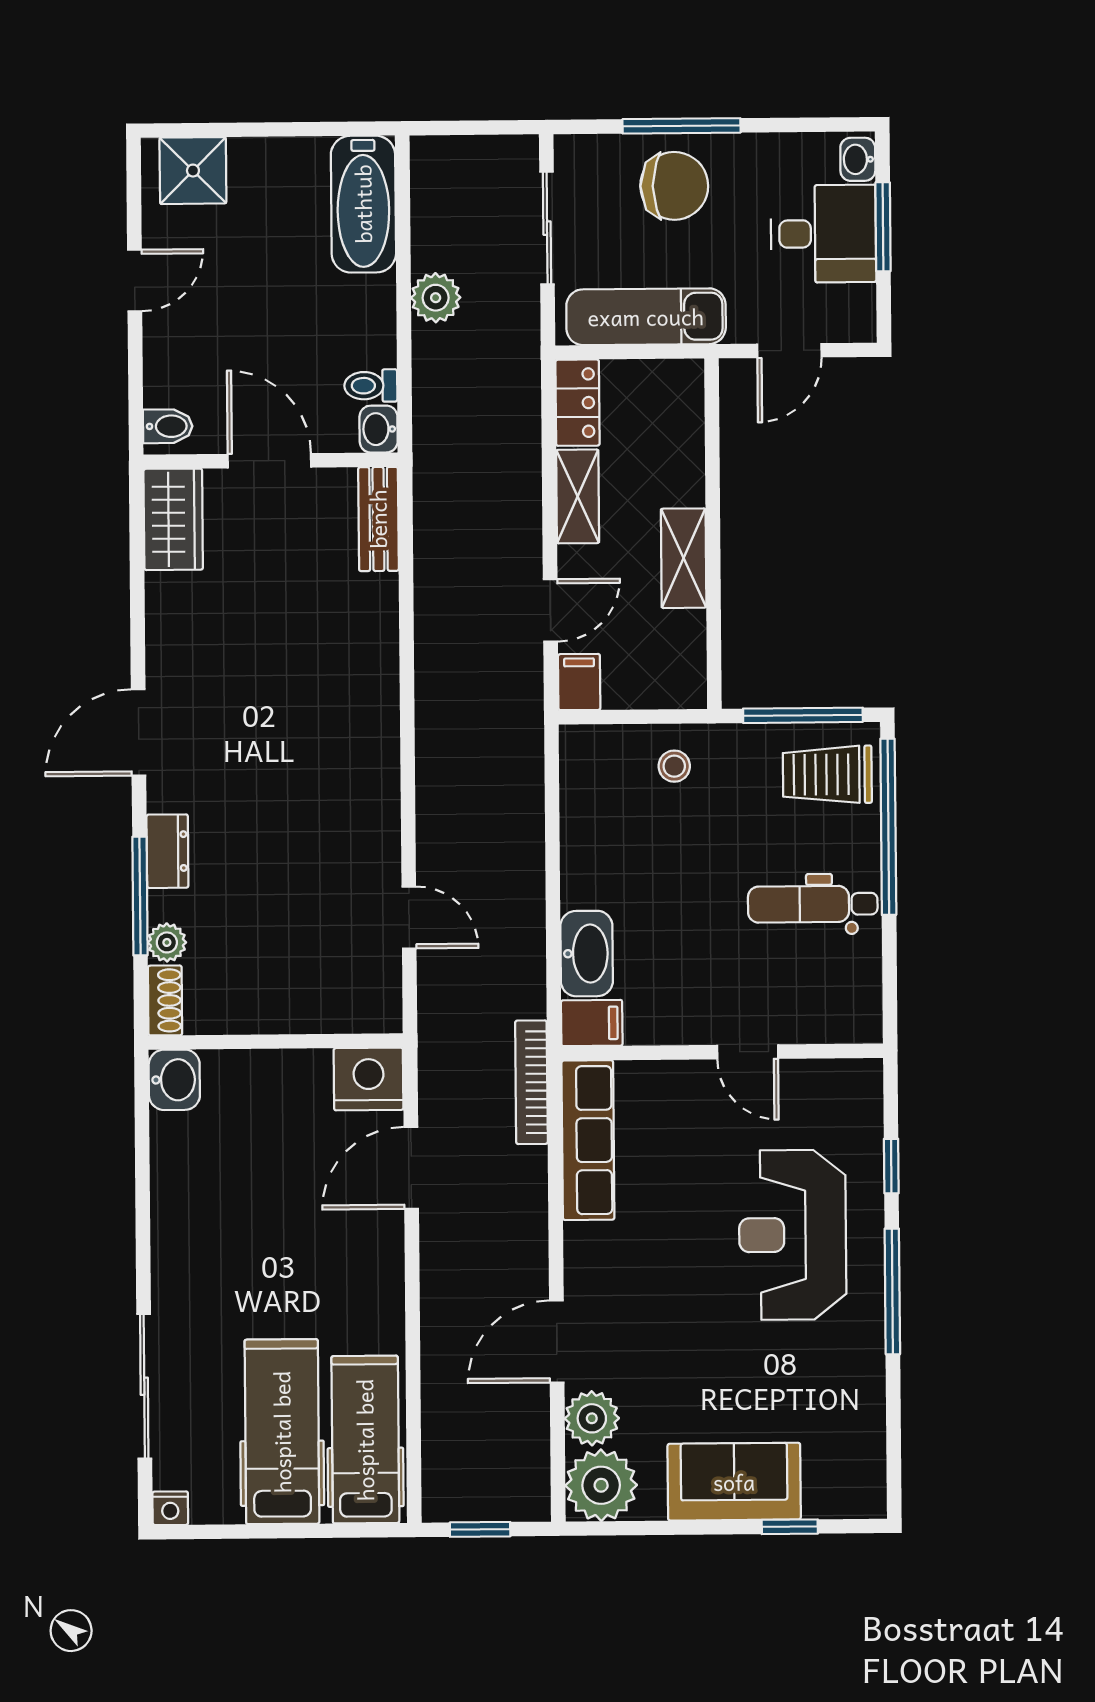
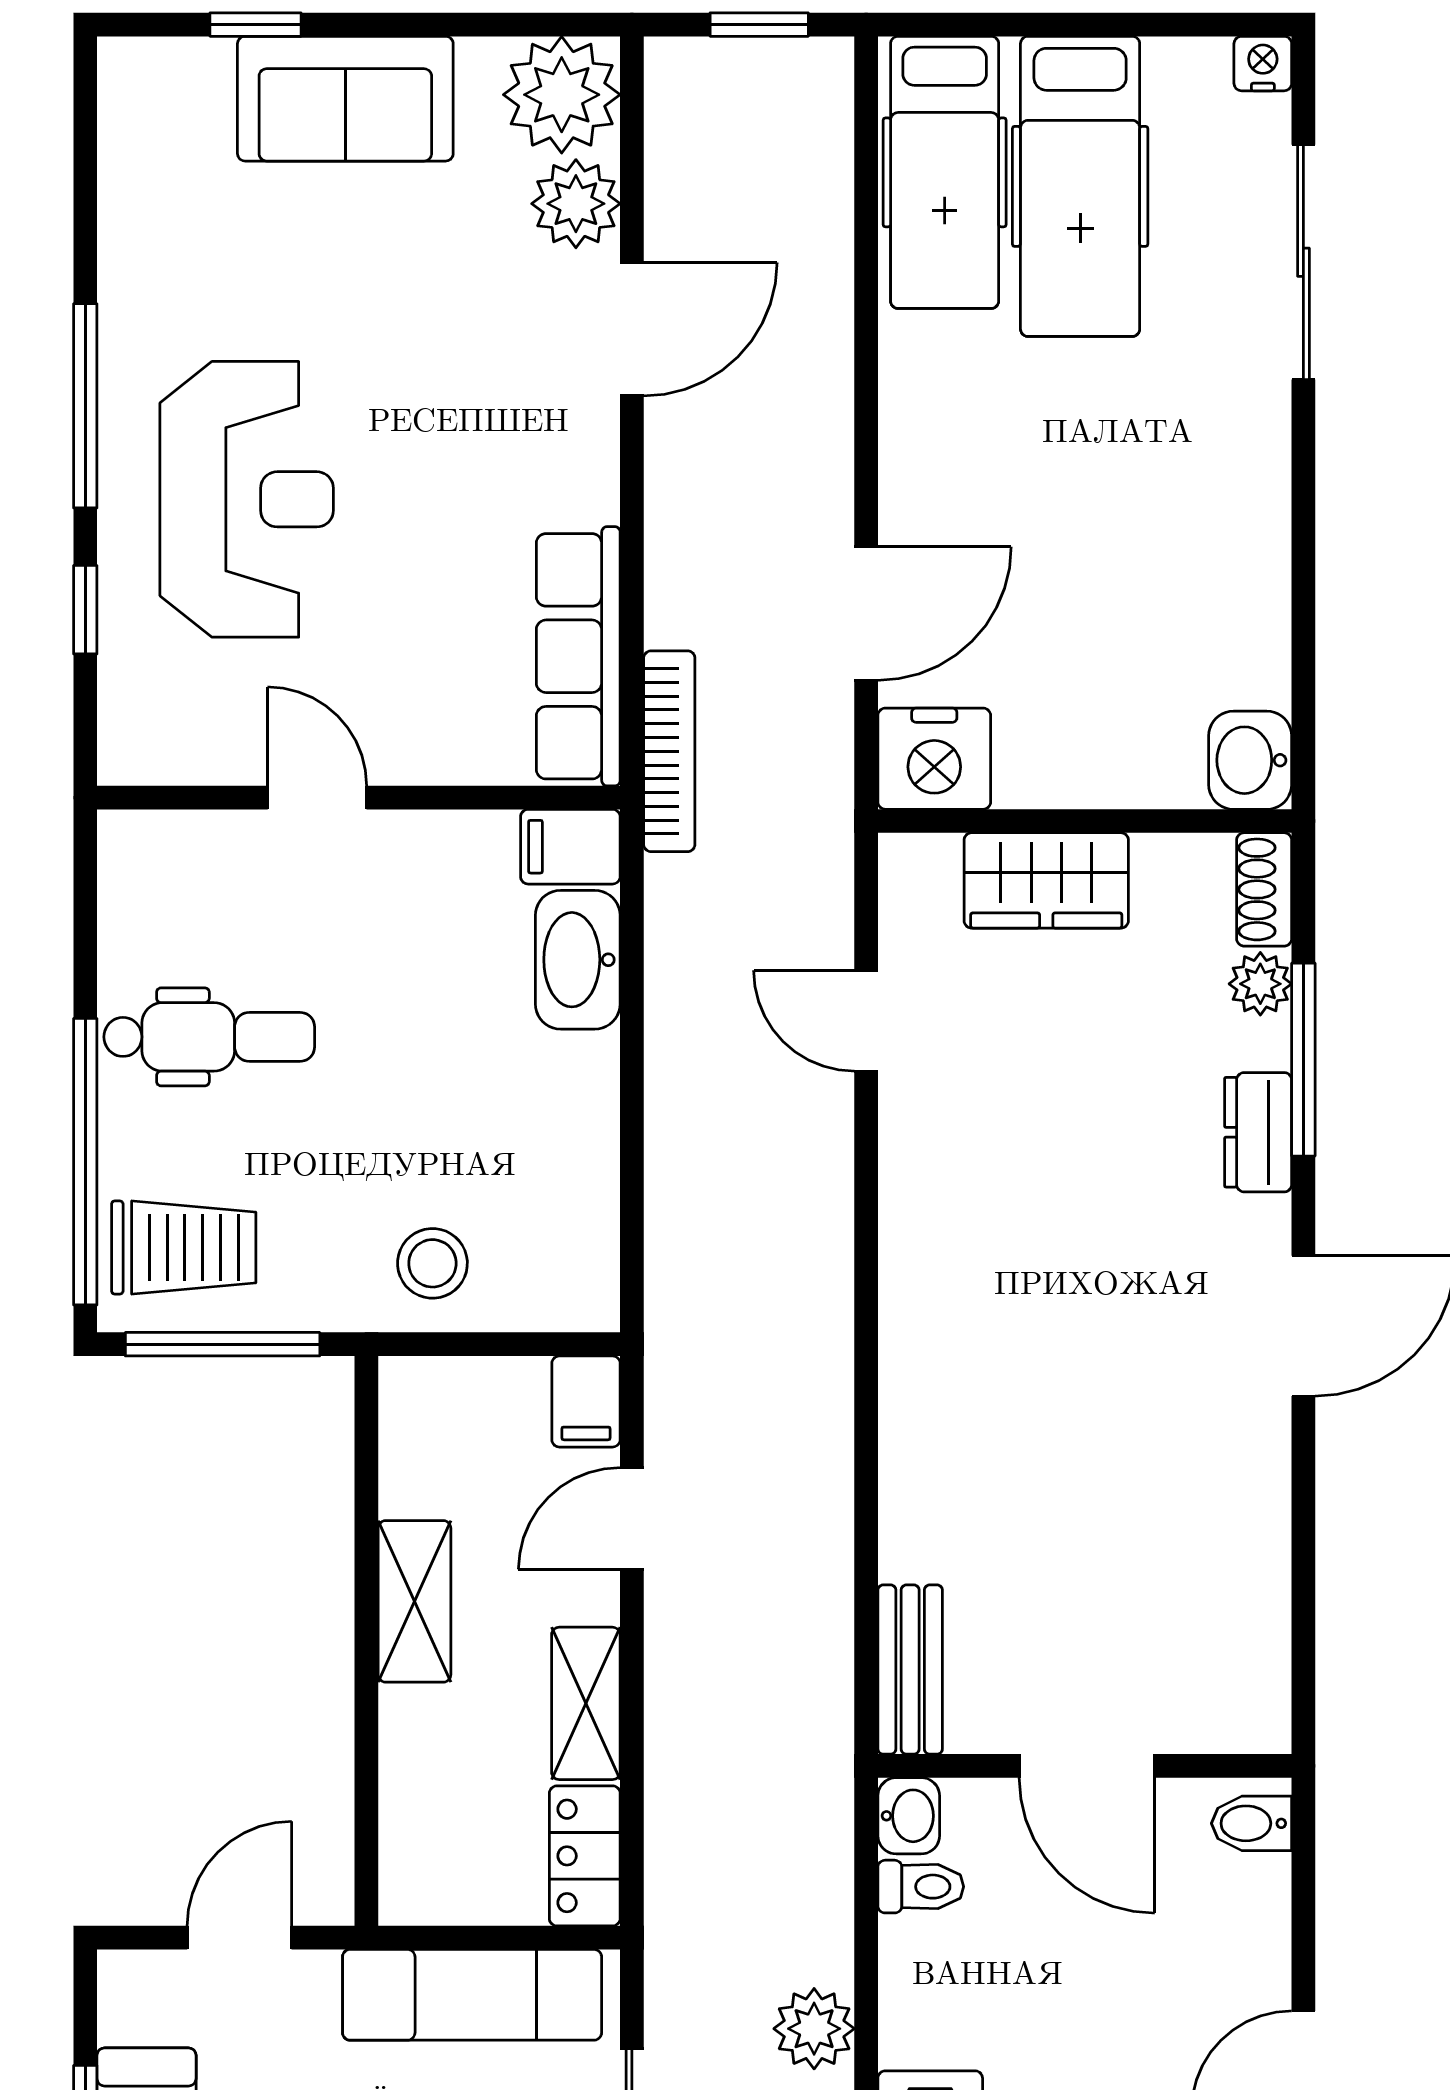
wardrobe: (173, 519) -> (1046, 880), moved, turned -90
stool: (674, 766) -> (432, 1263), width x1.37, depth x1.37

